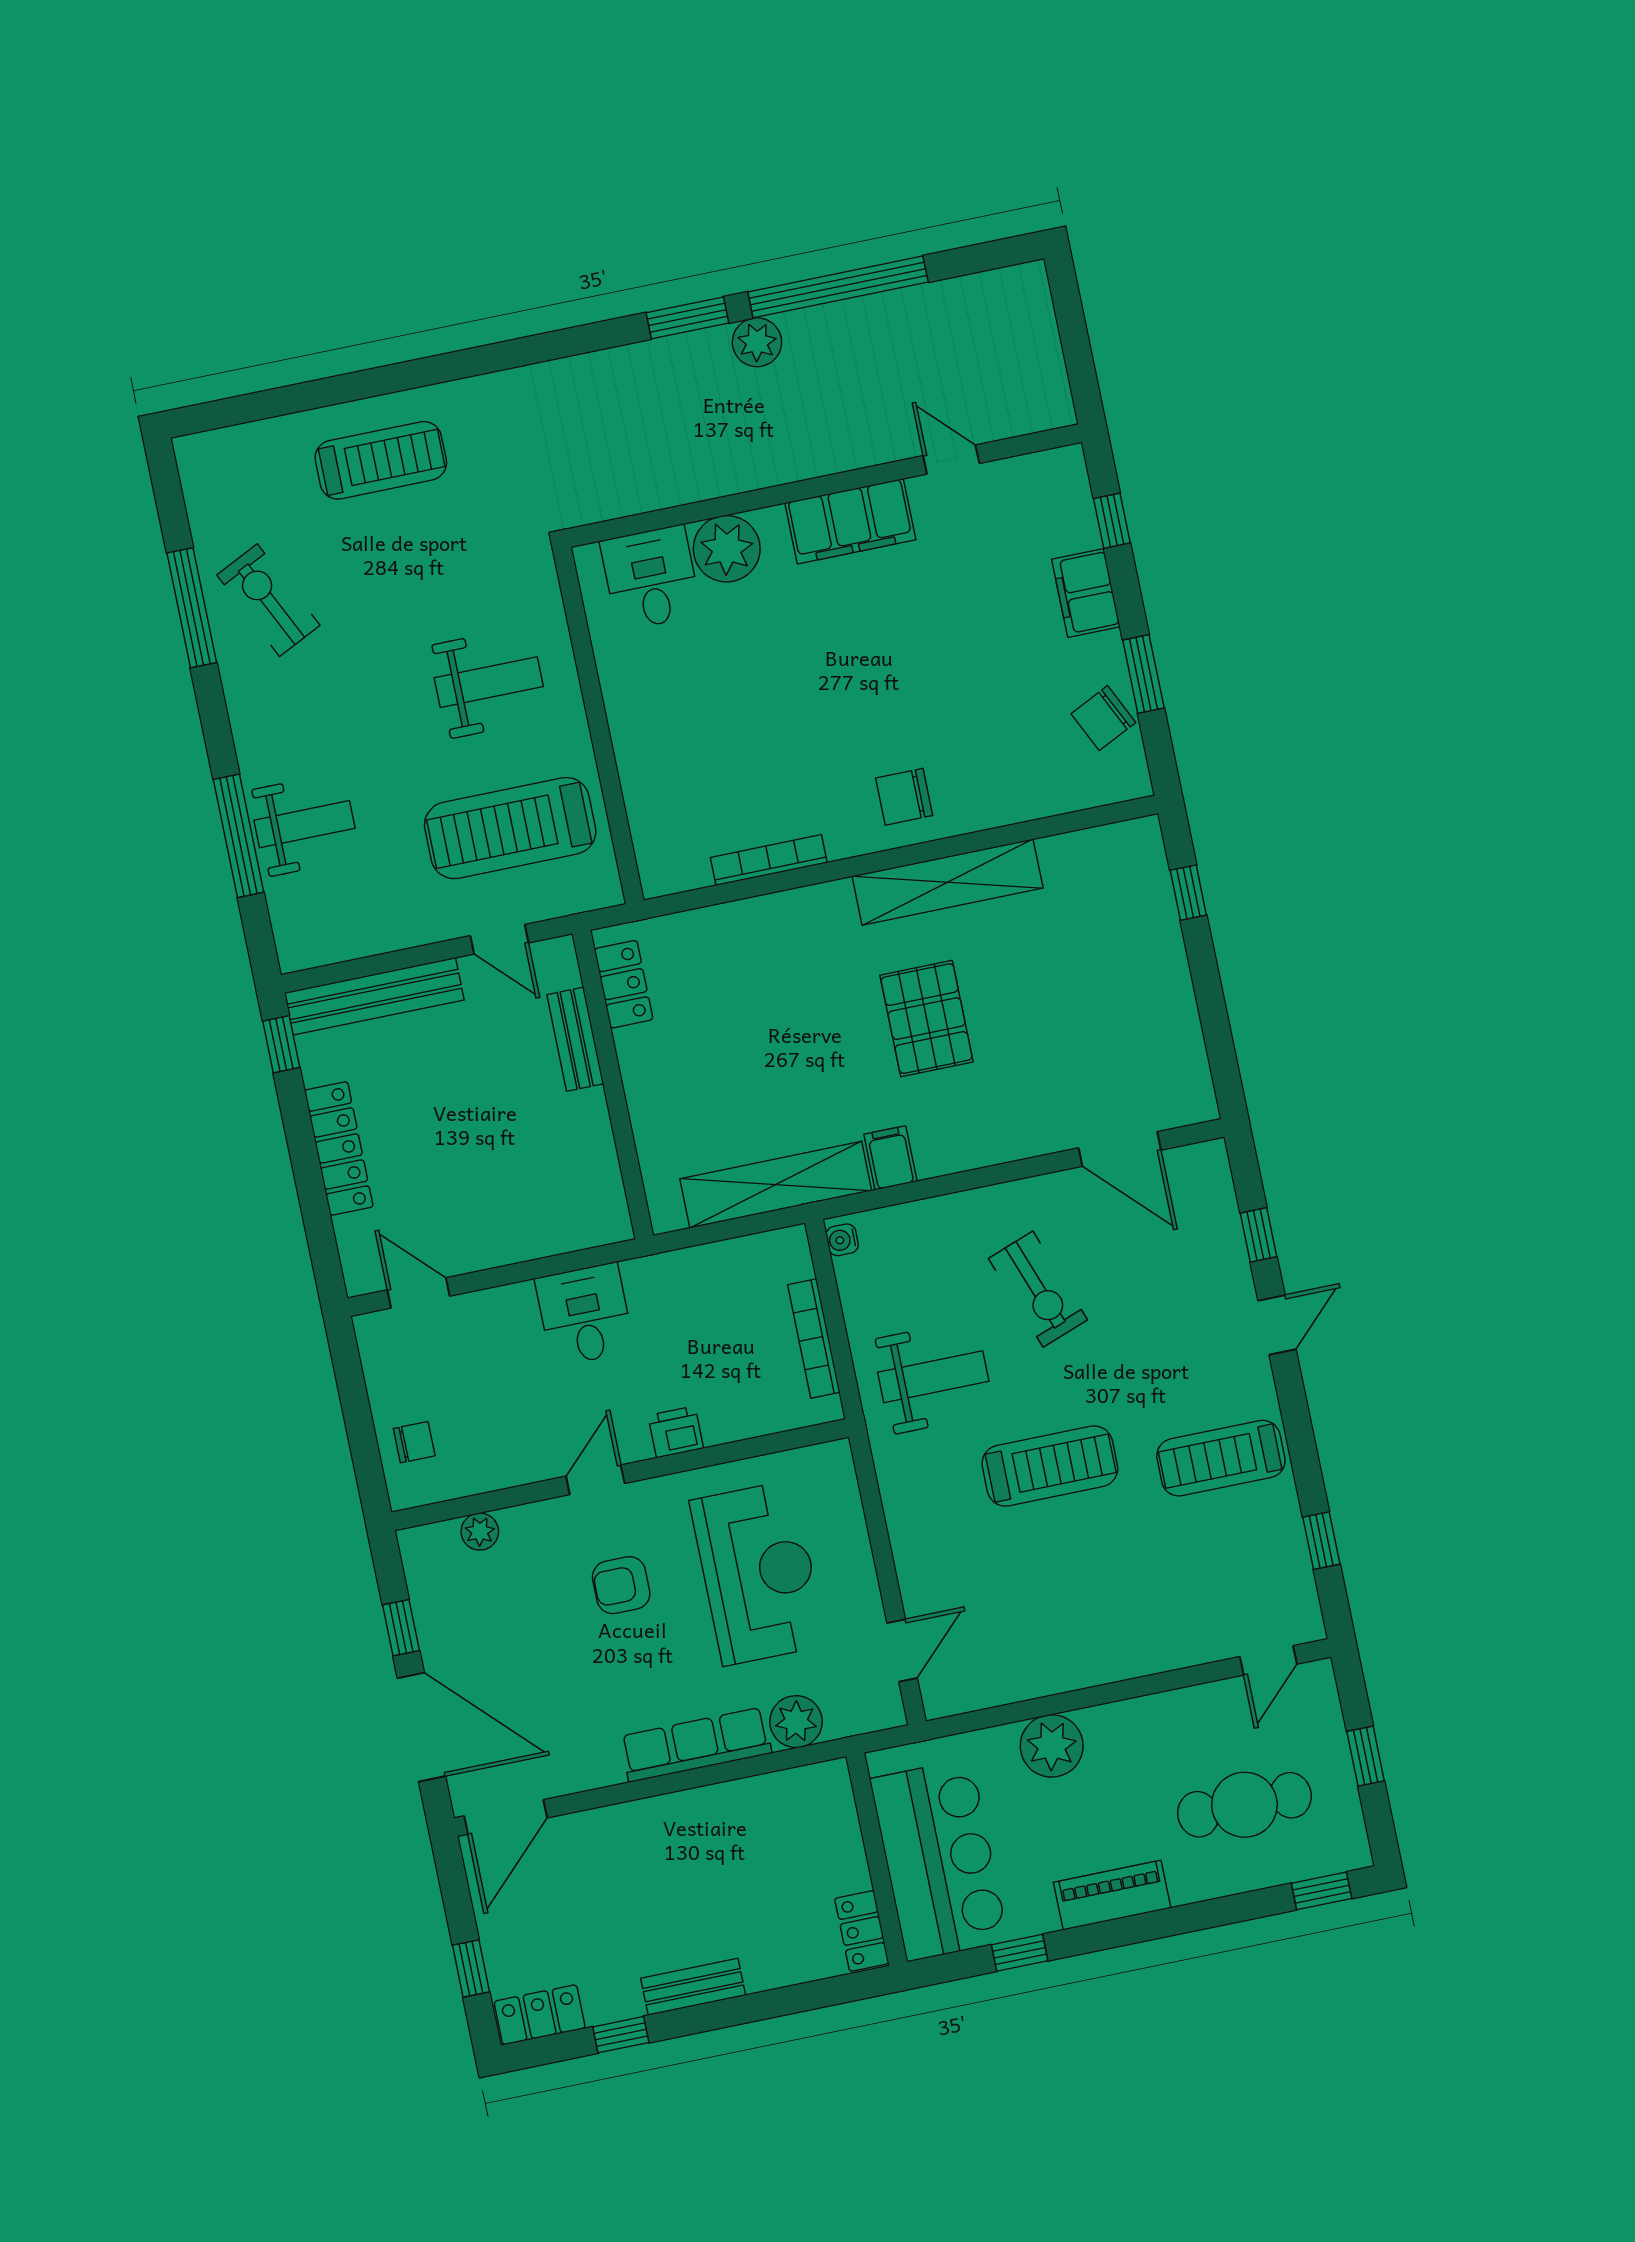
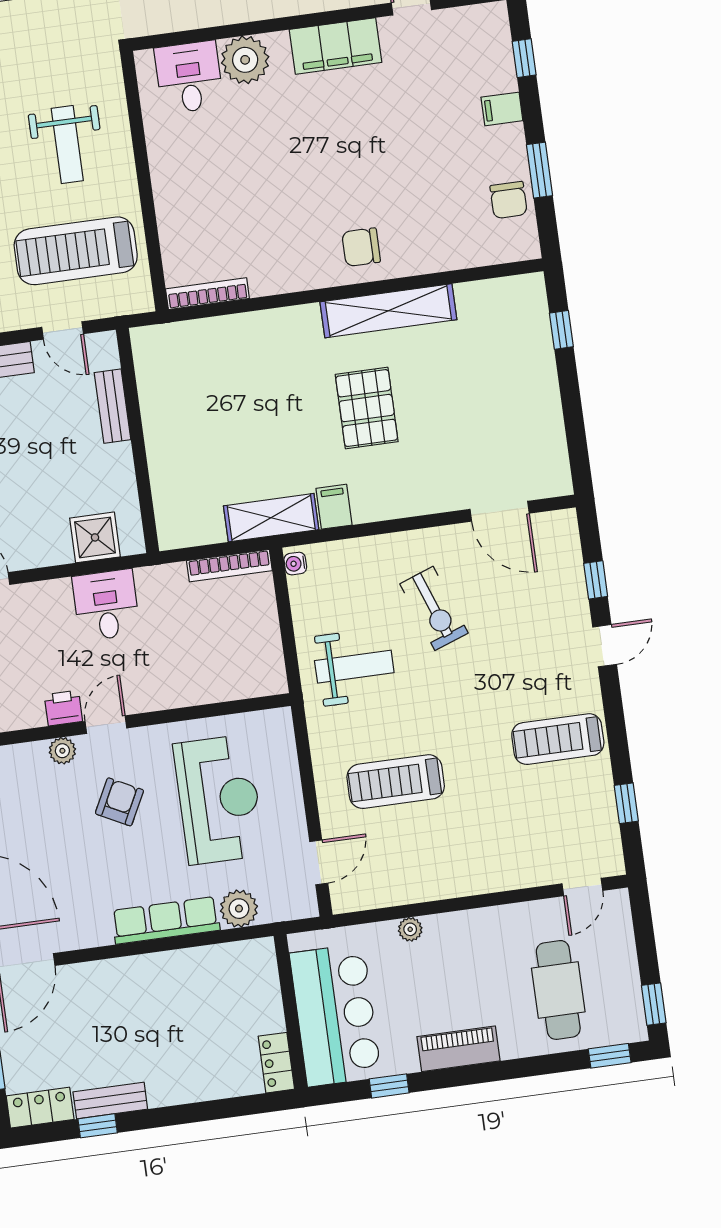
filing cabinet: (1086, 593) -> (502, 109), width x0.50
weight bench: (489, 682) -> (67, 145), turned 90
chair: (1103, 718) -> (509, 200), turned -64
bookcase: (769, 860) -> (207, 294), moved
locker: (624, 984) -> (150, 369), removed
shelving: (776, 1185) -> (271, 518), width x0.68
shower: (563, 1222) -> (95, 537), added
bookcase: (814, 1338) -> (229, 566), moved, turned -90
printer: (676, 1432) -> (63, 708), moved
treadmill: (1050, 1466) -> (396, 782), moved, turned 180
plant: (480, 1532) -> (62, 751), moved
armchair: (621, 1585) -> (119, 802), turned 117
plant: (1052, 1746) -> (410, 929), width x0.53, depth x0.53
window: (1366, 1756) -> (654, 1004), moved
cafe table: (1244, 1805) -> (558, 990), turned 90
bench: (693, 1987) -> (110, 1101), moved

